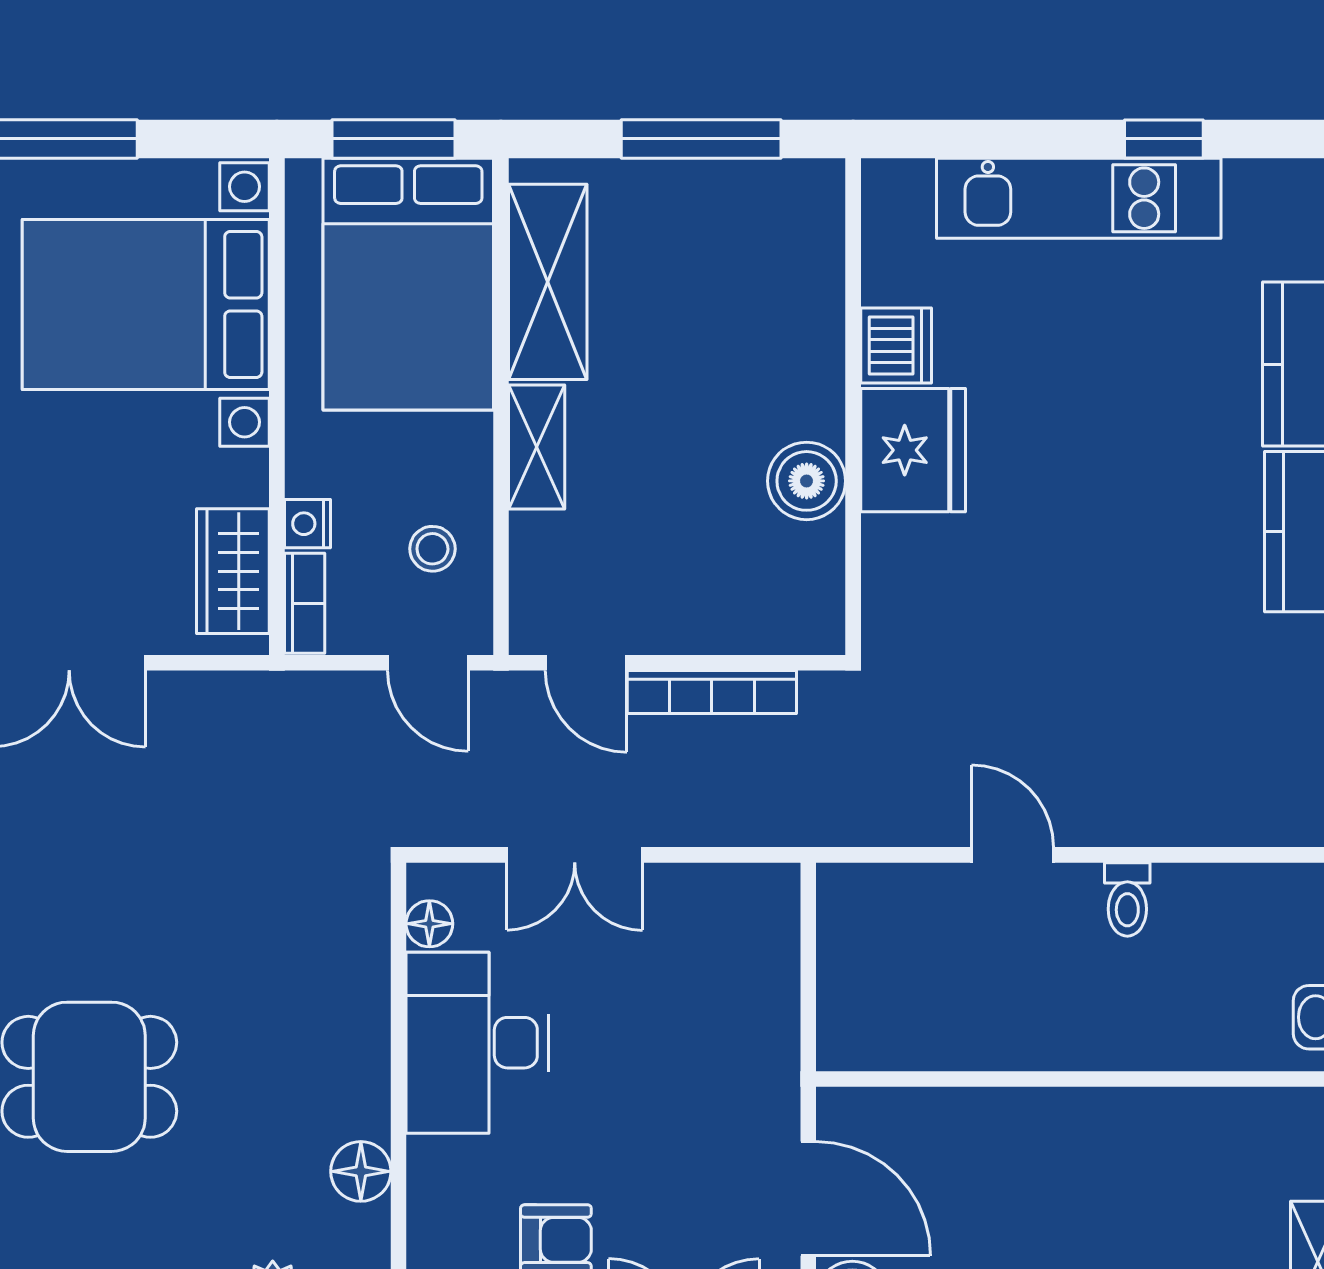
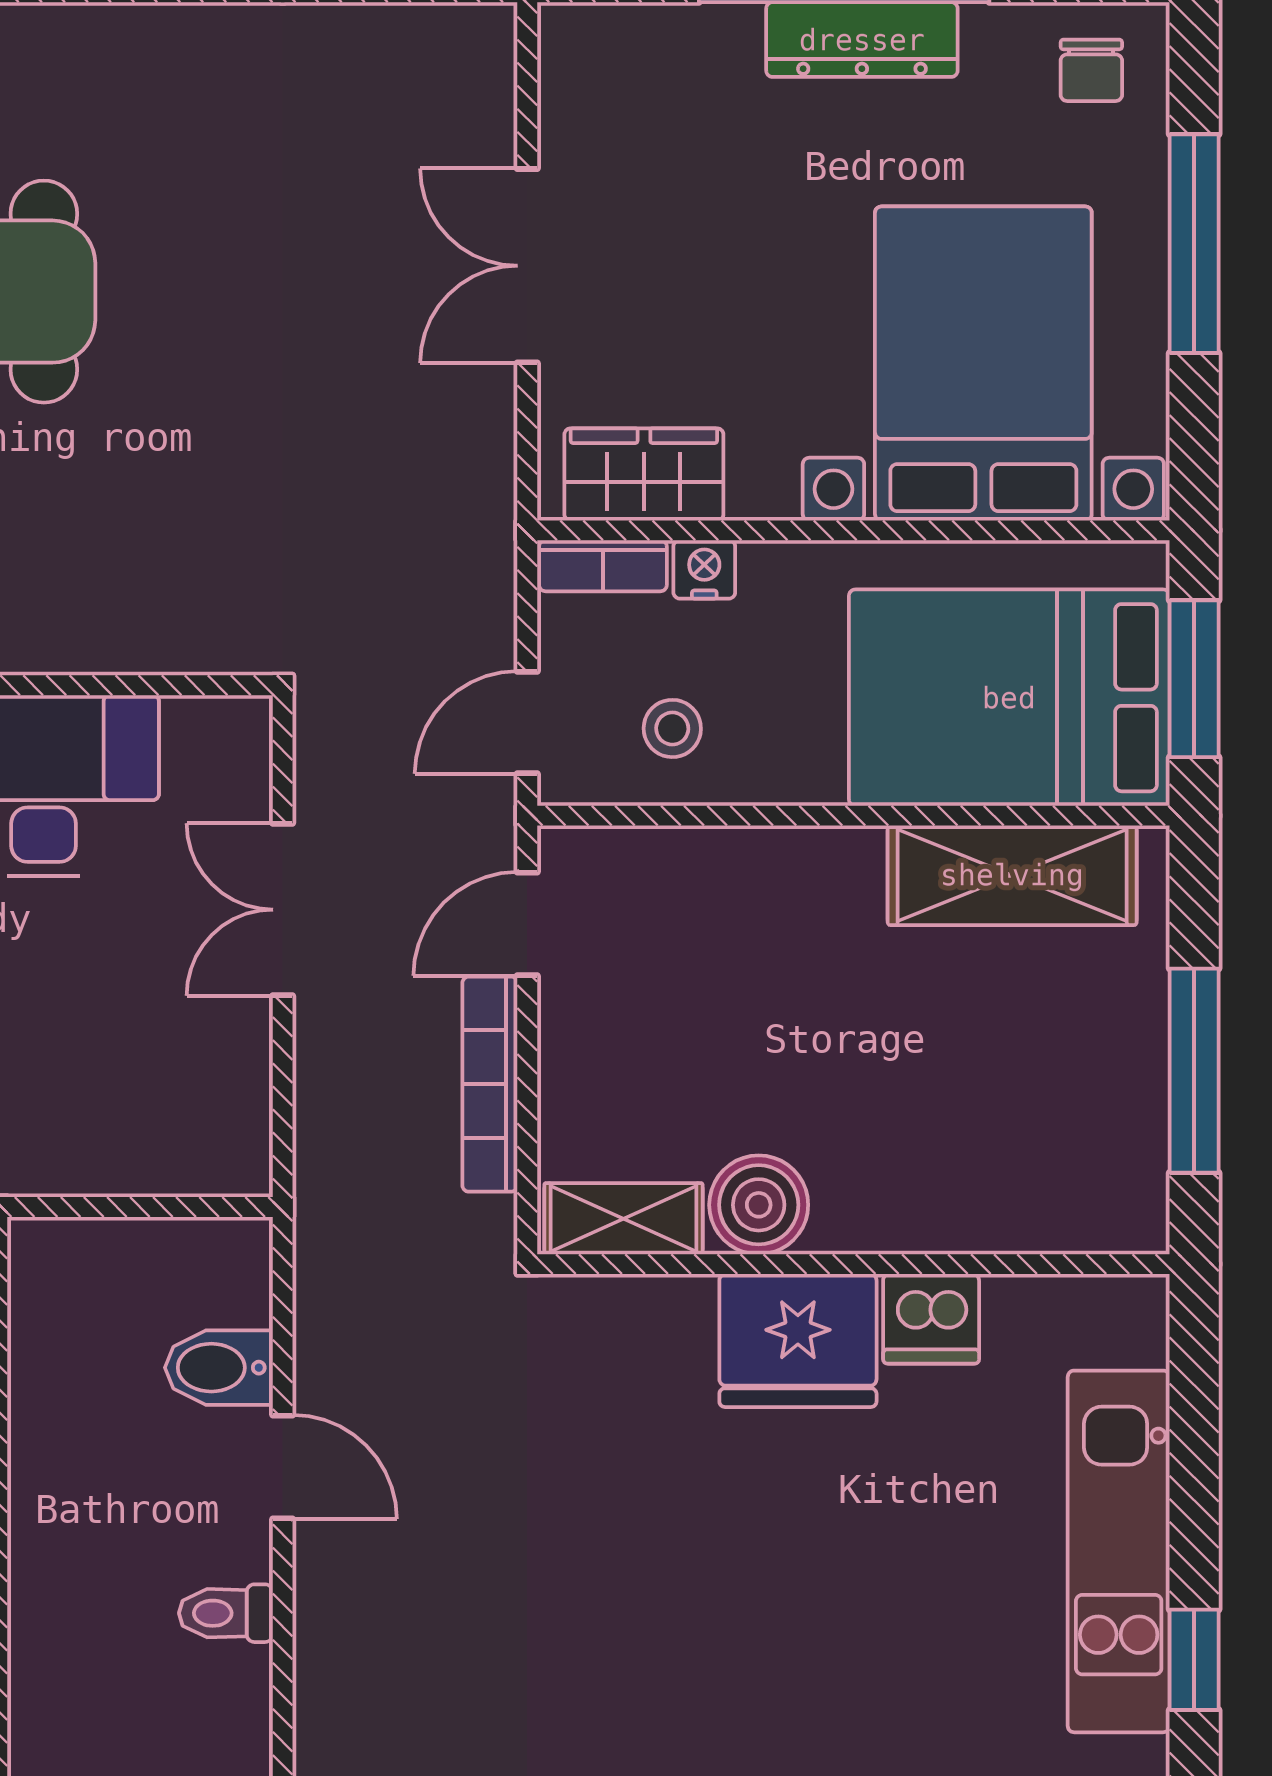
shelving: (537, 447) -> (623, 1219), moved
door: (1013, 855) -> (283, 1467), hinge flipped
bidet: (934, 905) -> (219, 1368), added
floor lamp: (429, 924) -> (195, 725), removed

